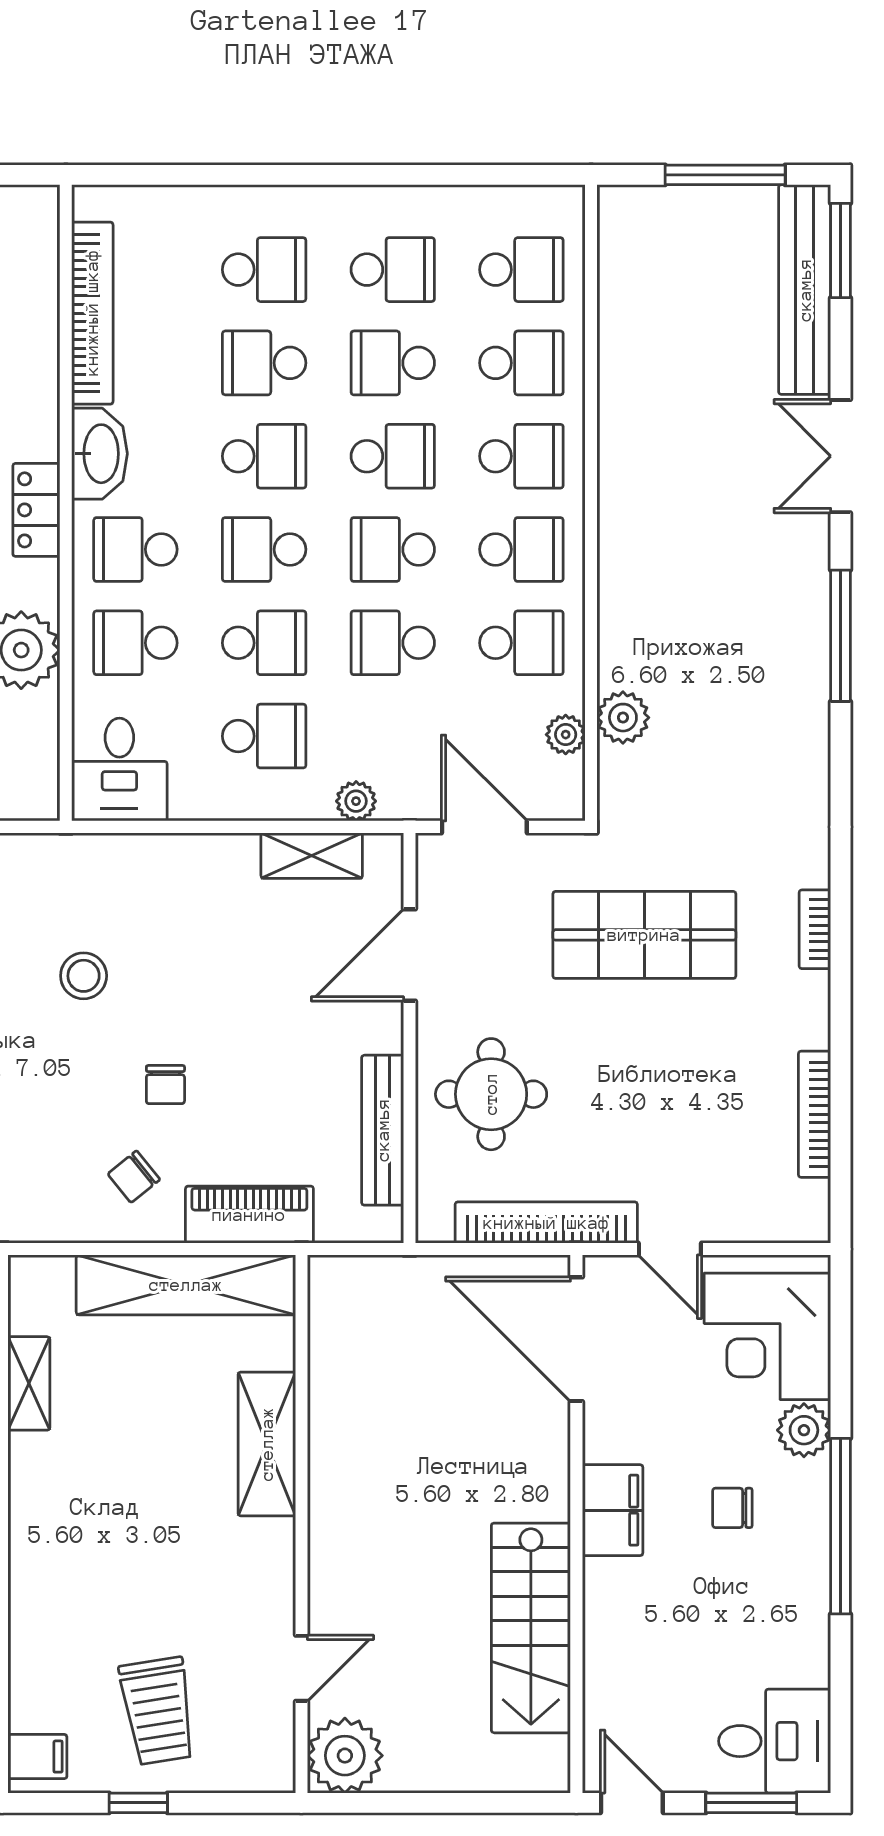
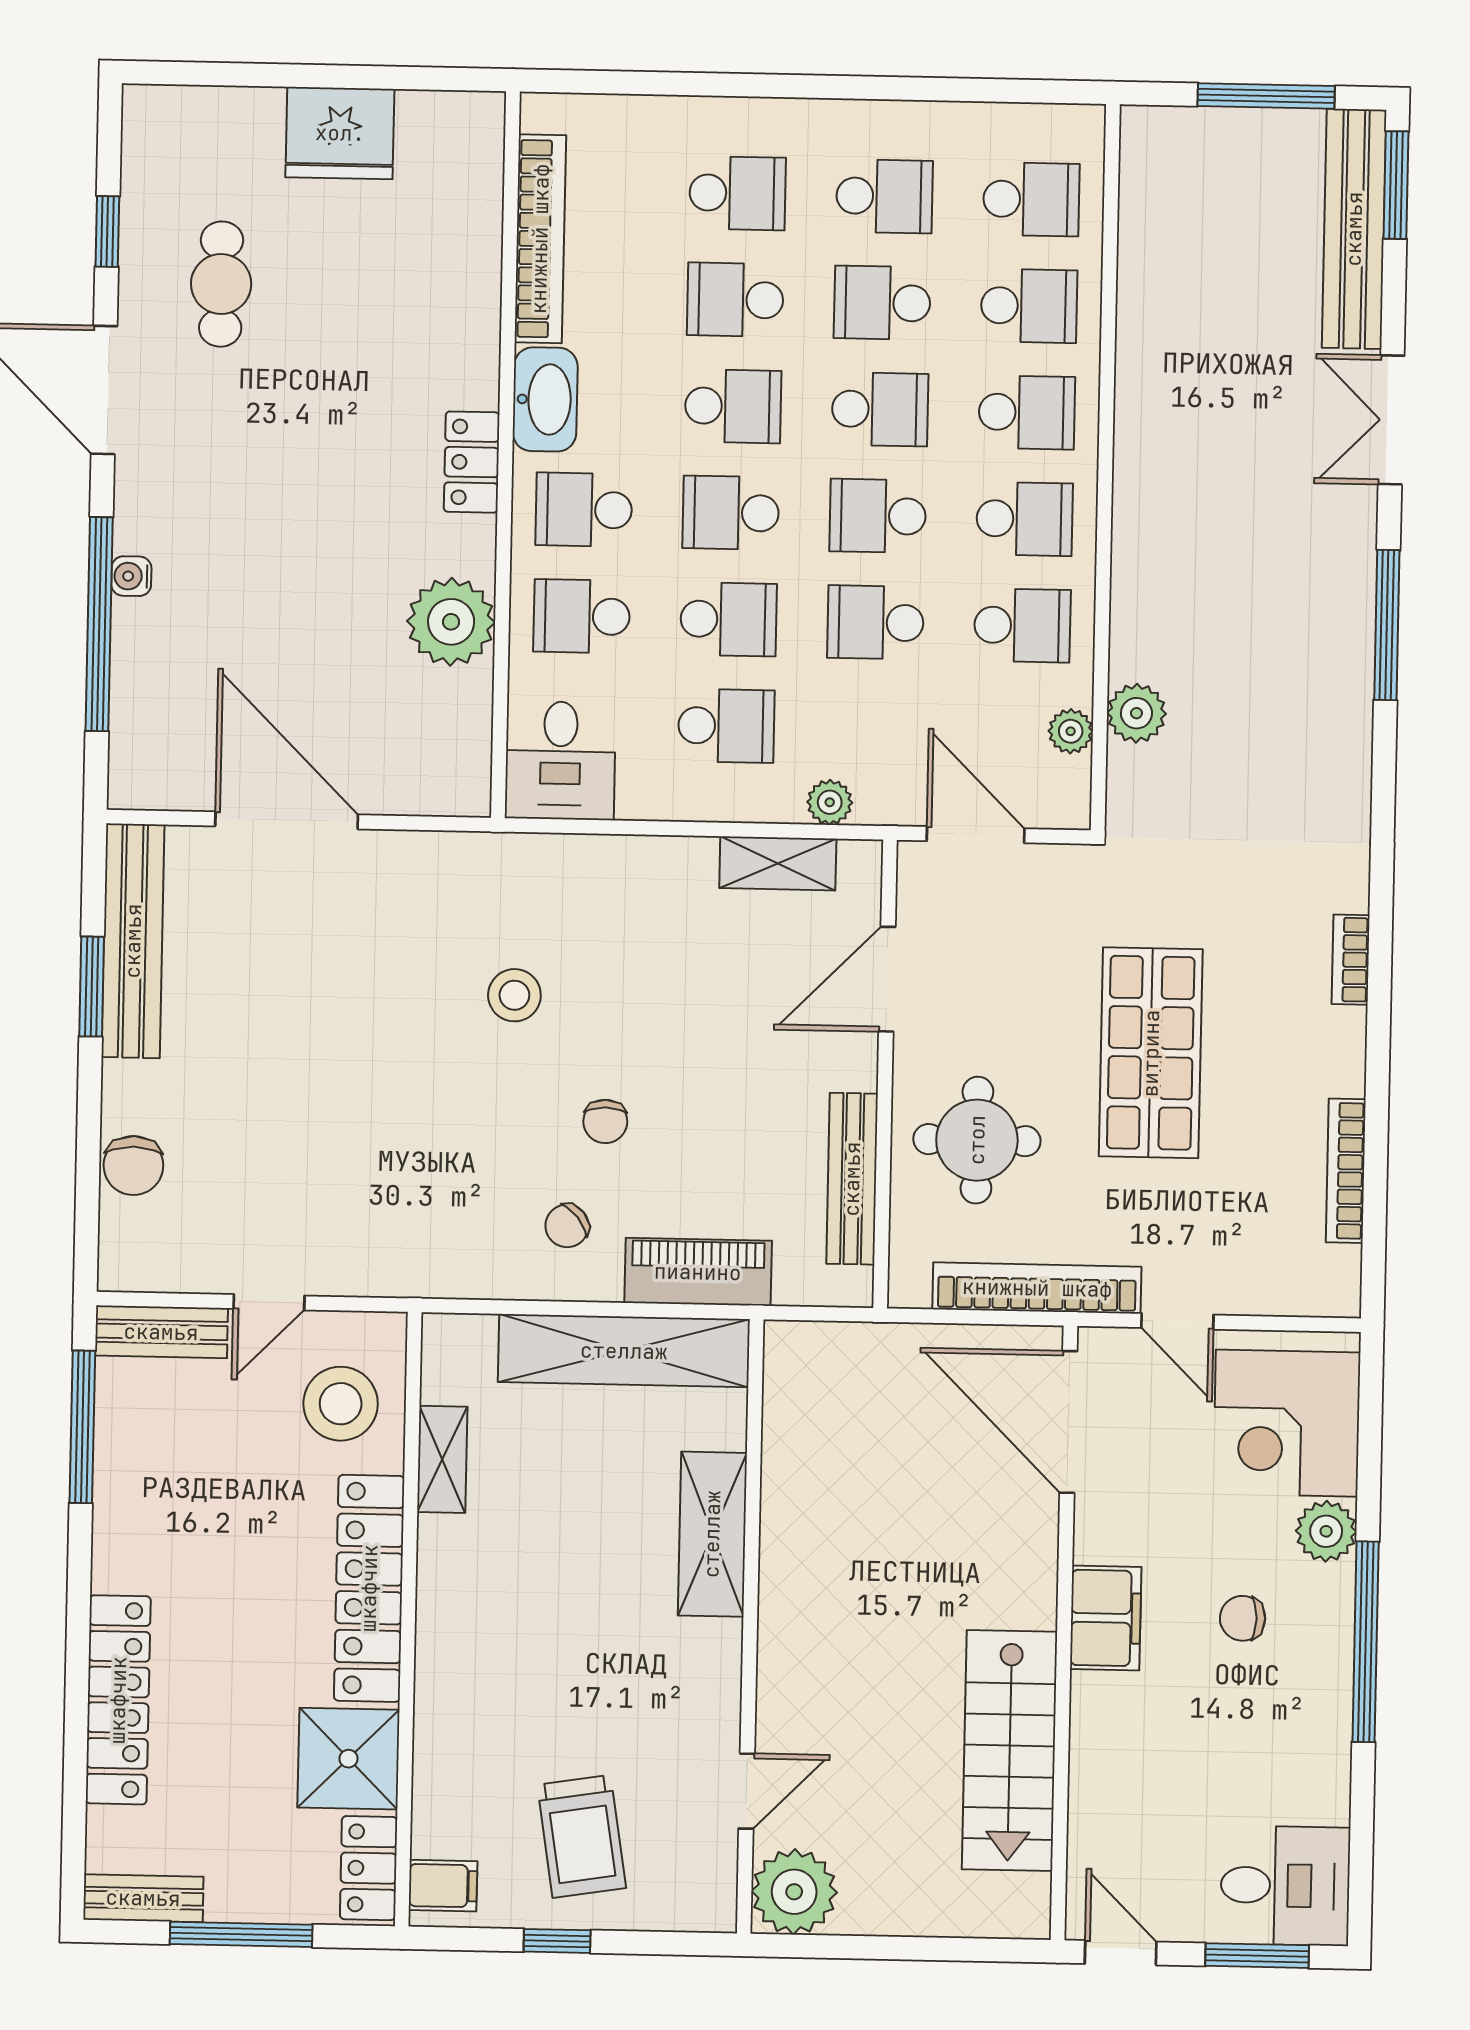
shop shelf: (644, 935) -> (1151, 1053), moved, turned 90

